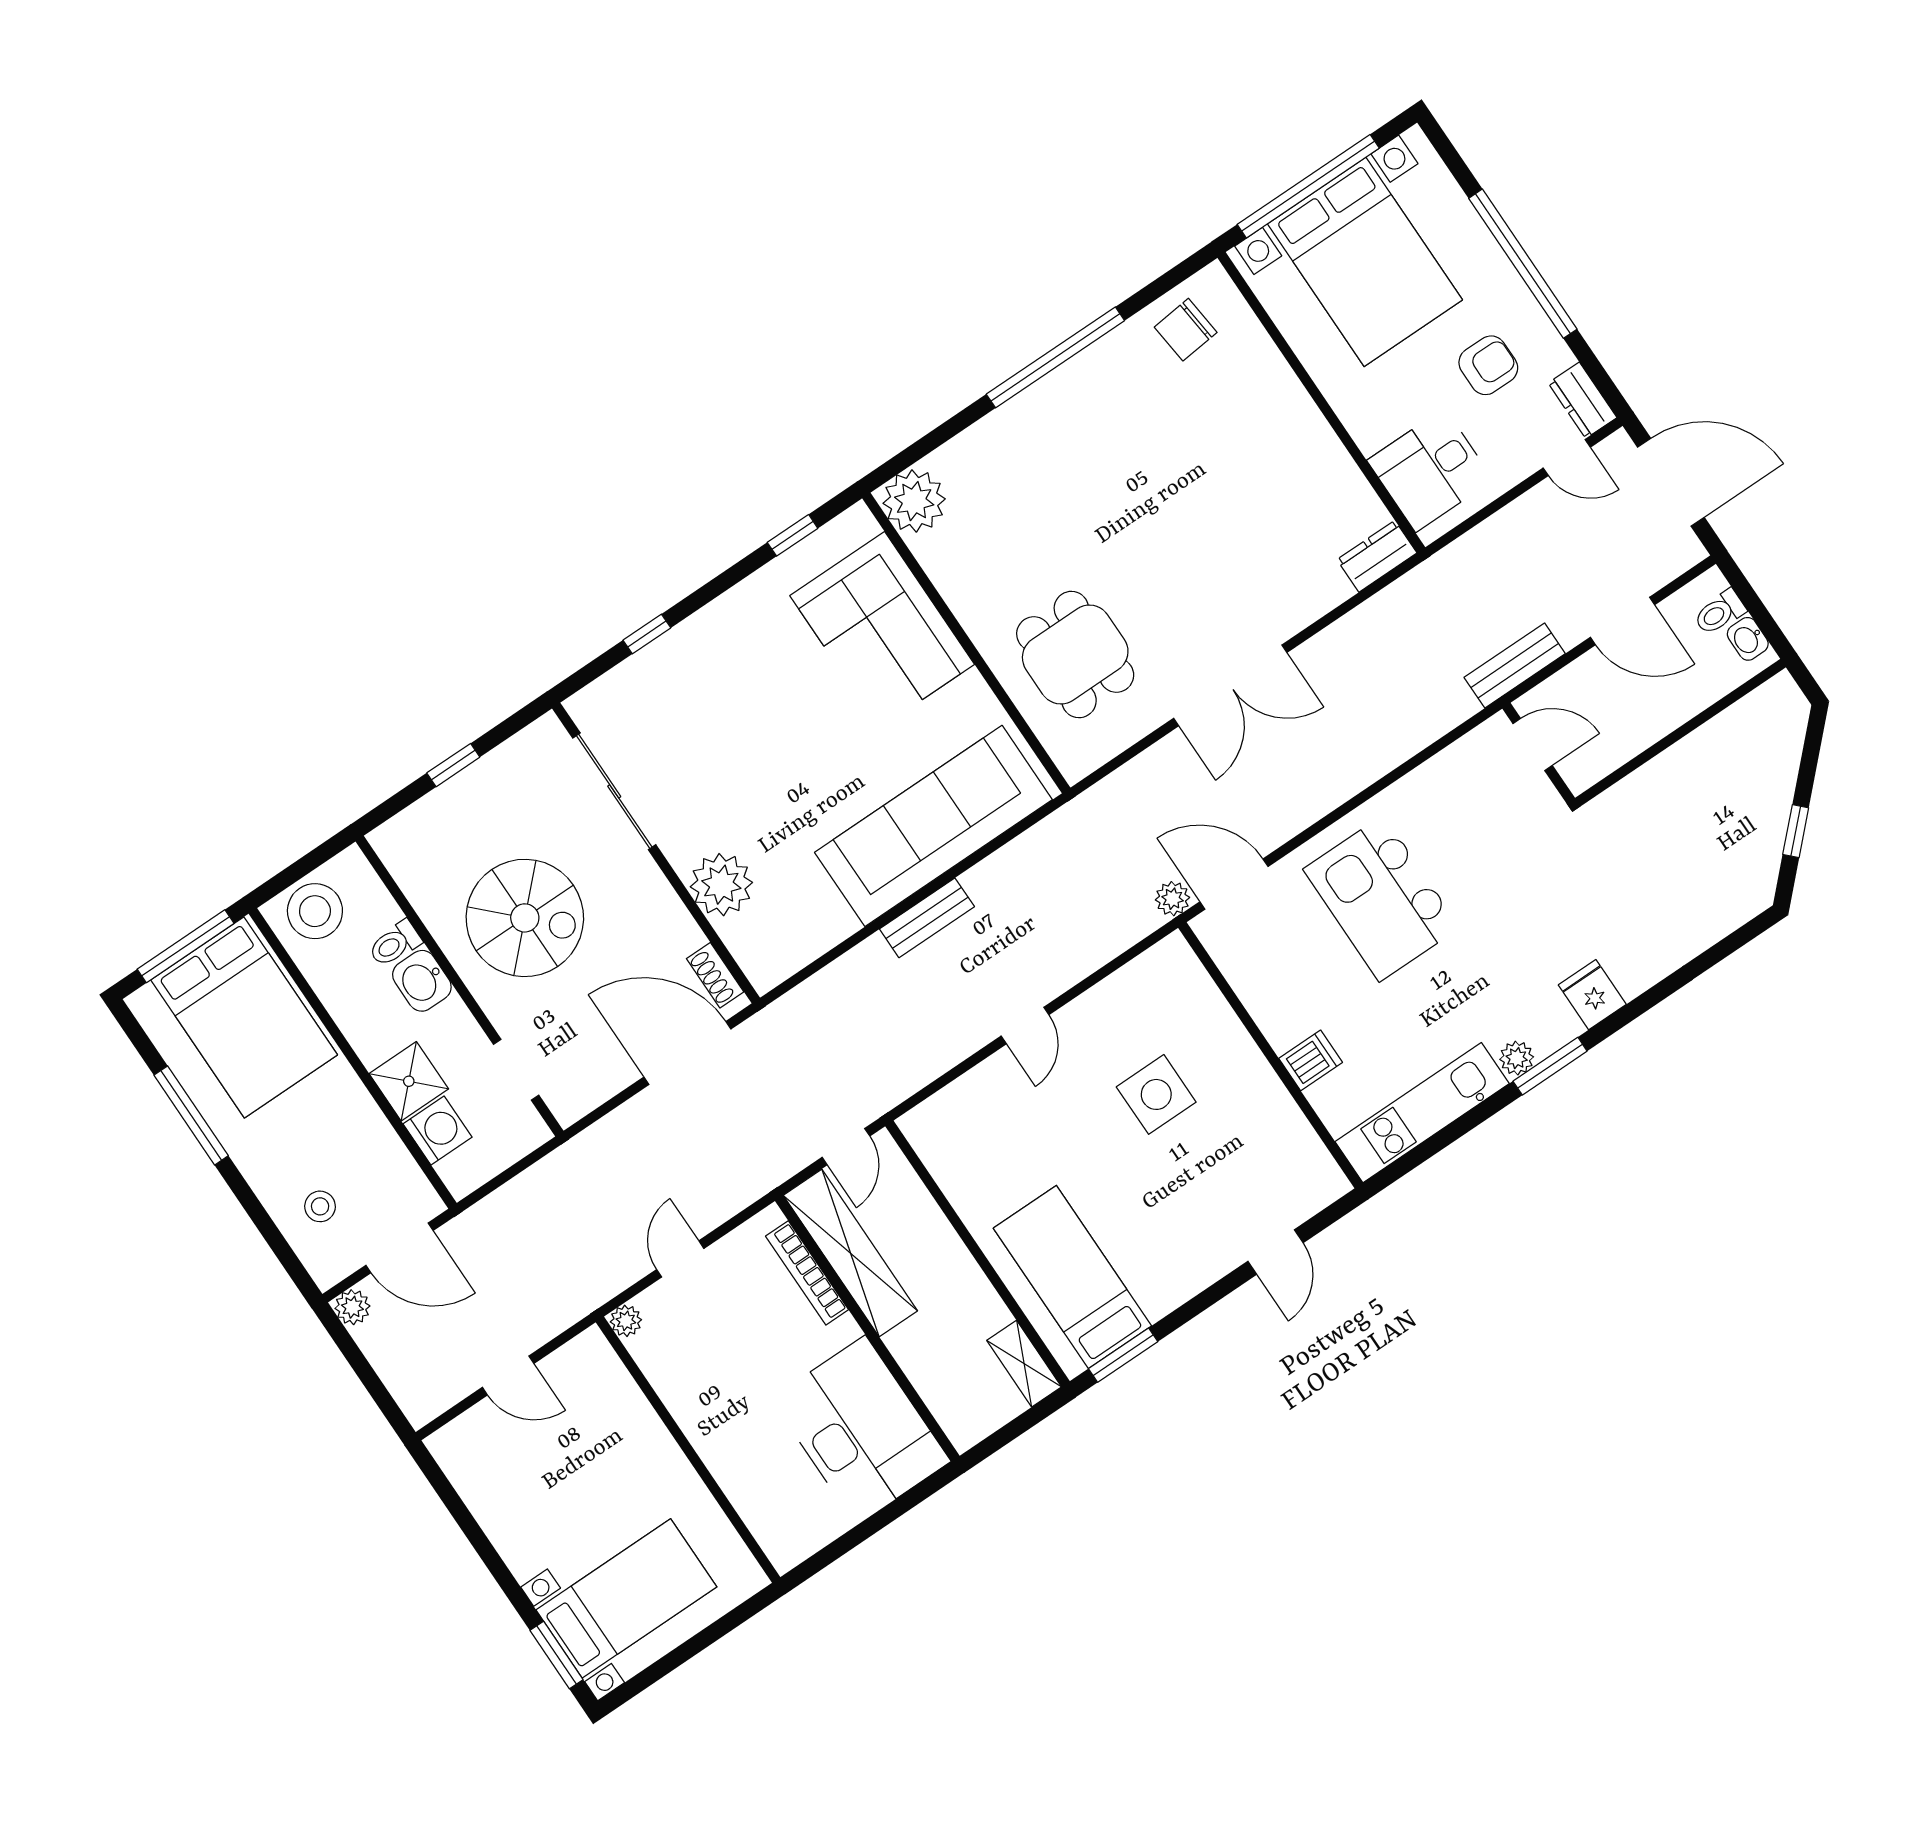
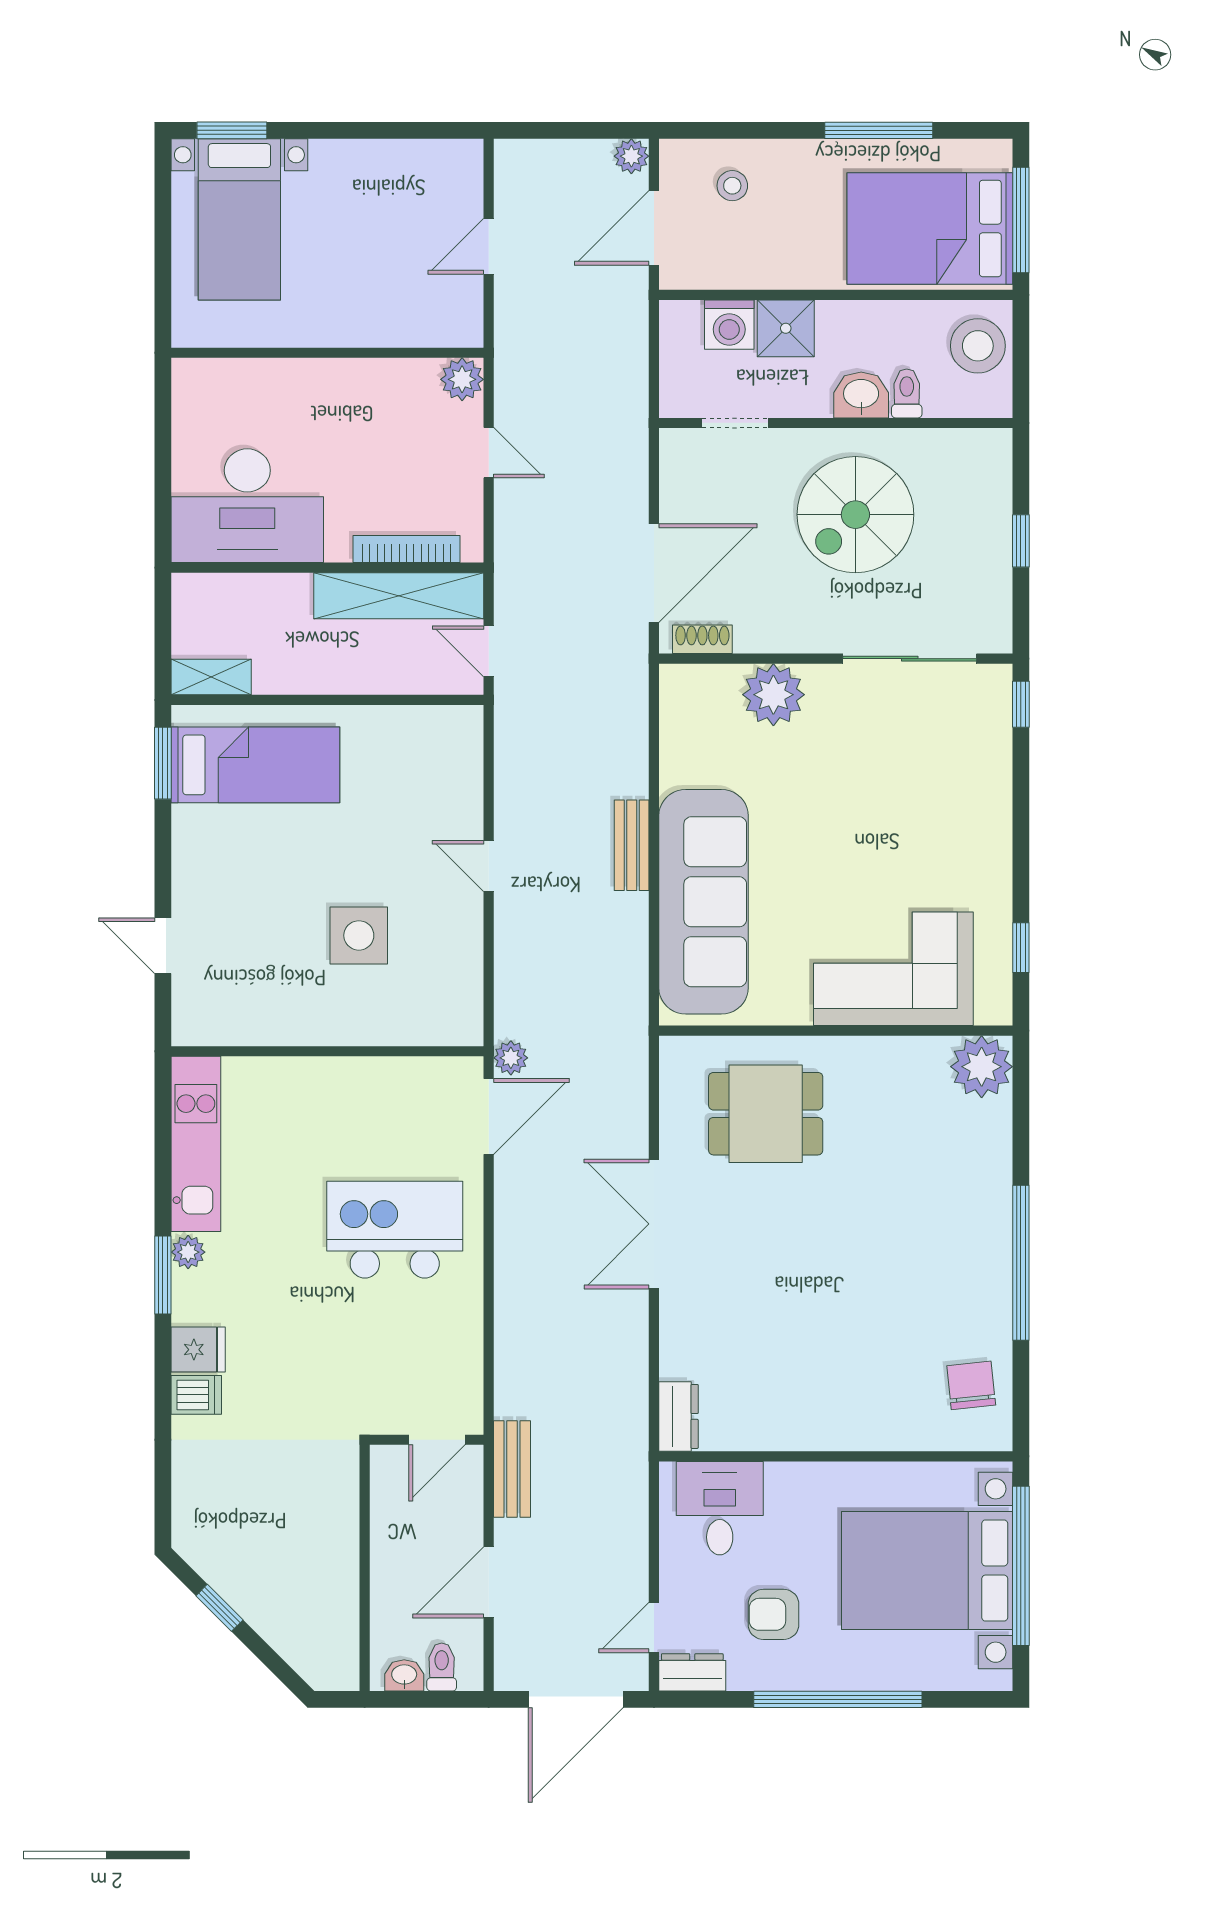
armchair: (1488, 365) -> (773, 1614), turned 90
window: (647, 634) -> (1021, 704), moved
dishwasher: (1311, 1060) -> (196, 1395), moved, turned -90
plant: (626, 1321) -> (462, 379), width x1.38, depth x1.38

